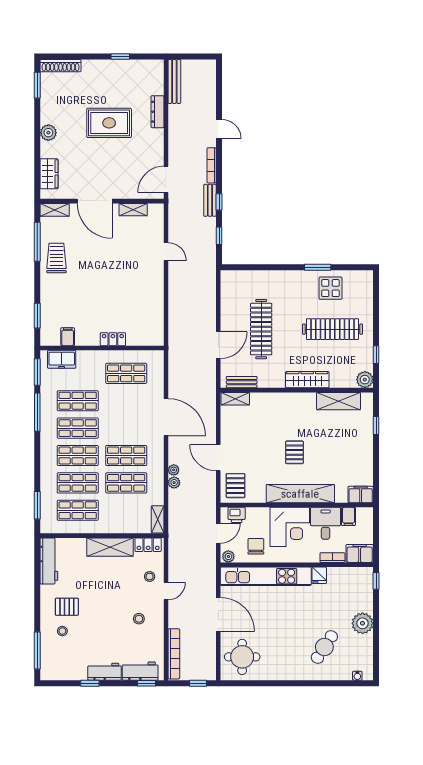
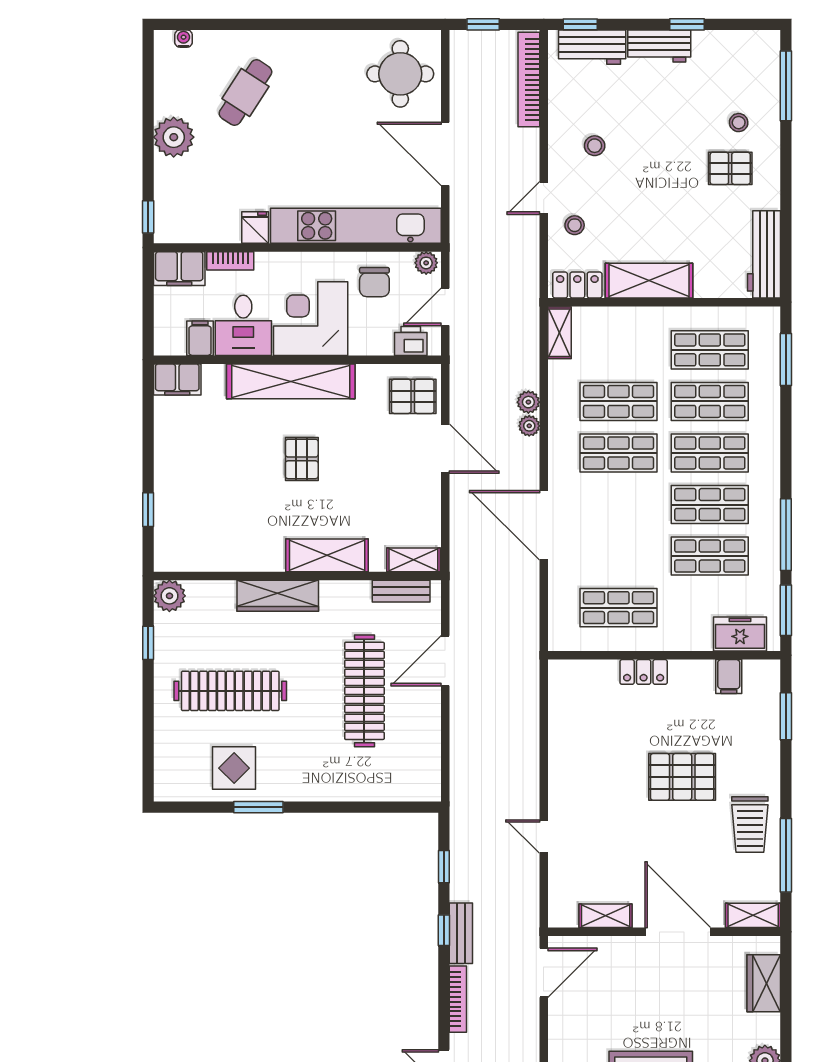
pallet: (92, 283) -> (682, 777), added
shelving: (338, 401) -> (327, 555), moved
pallet: (236, 486) -> (413, 396), turned 90

